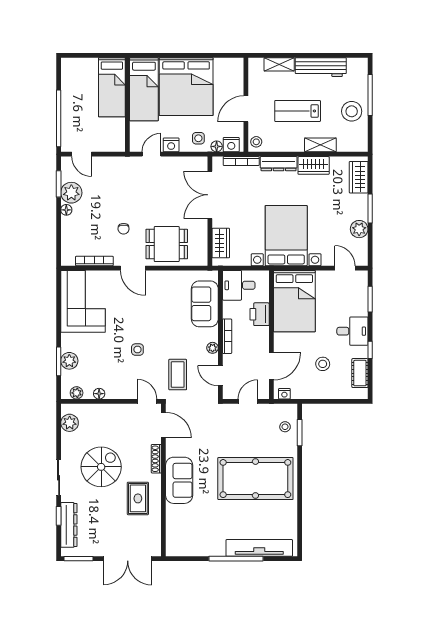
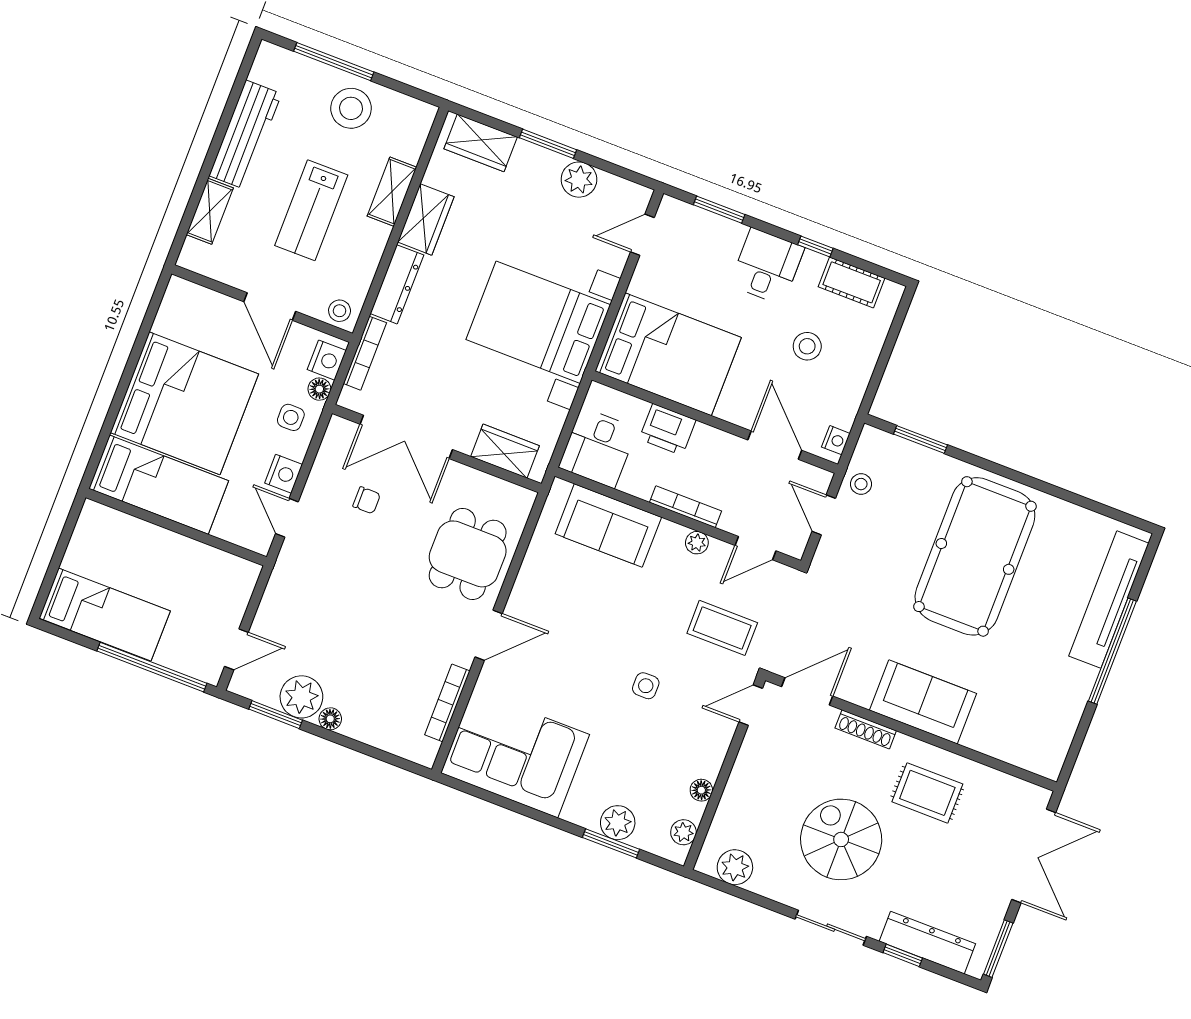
bed: (112, 87) -> (105, 615), moved
chair: (124, 229) -> (367, 500), moved
stool: (285, 427) -> (861, 484), moved

